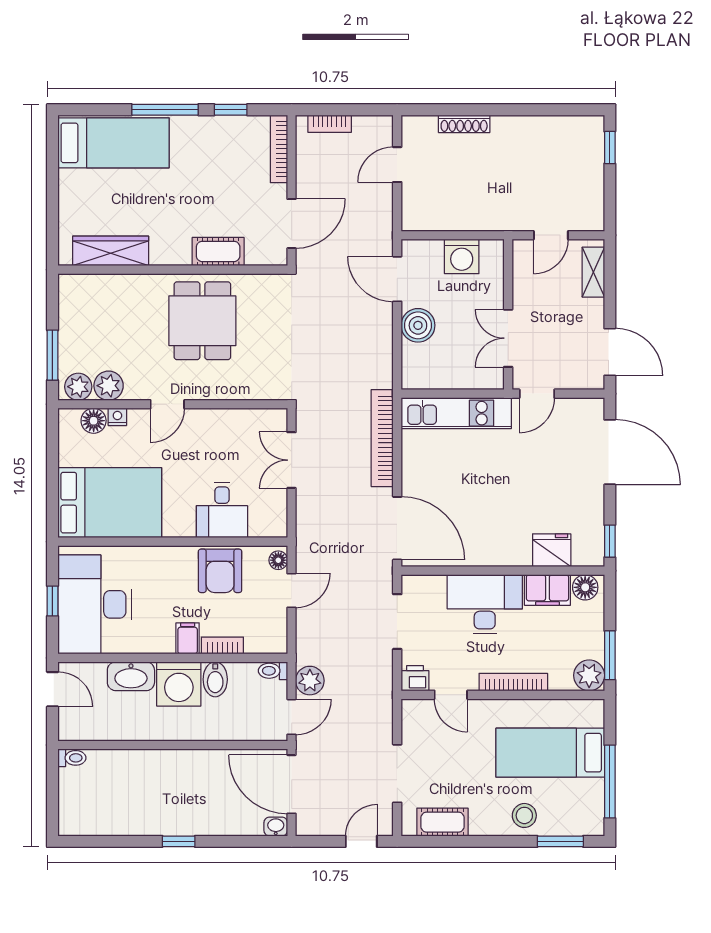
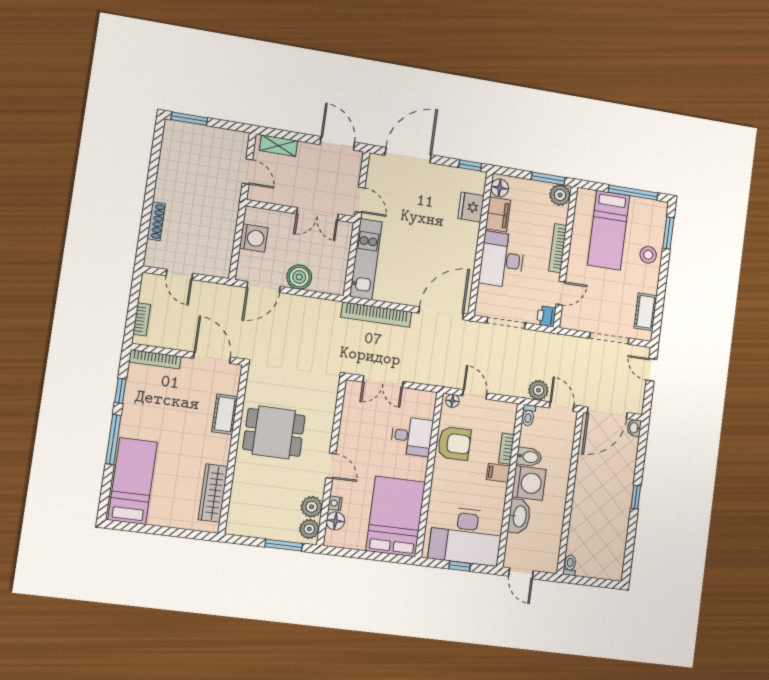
window: (610, 148) -> (189, 119), width x1.50
door: (610, 352) -> (337, 143), hinge flipped
door: (52, 689) -> (521, 573), swing flipped

